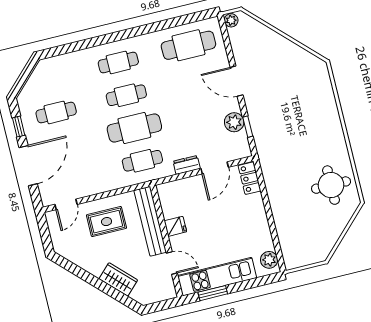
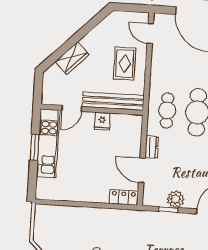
plant: (269, 260) -> (49, 192), removed
window: (213, 293) -> (34, 147), moved

